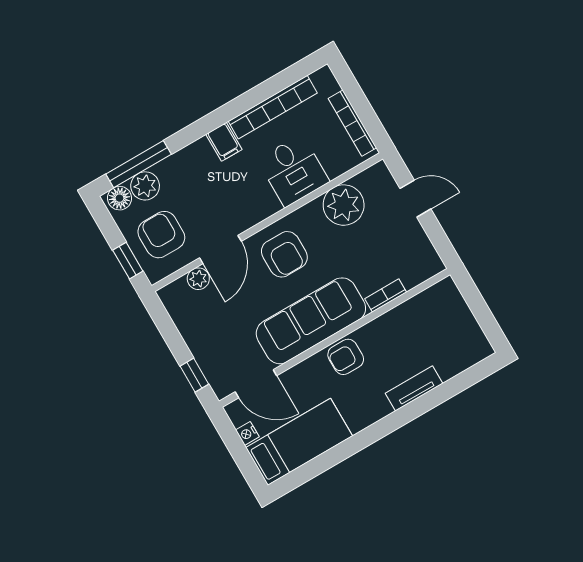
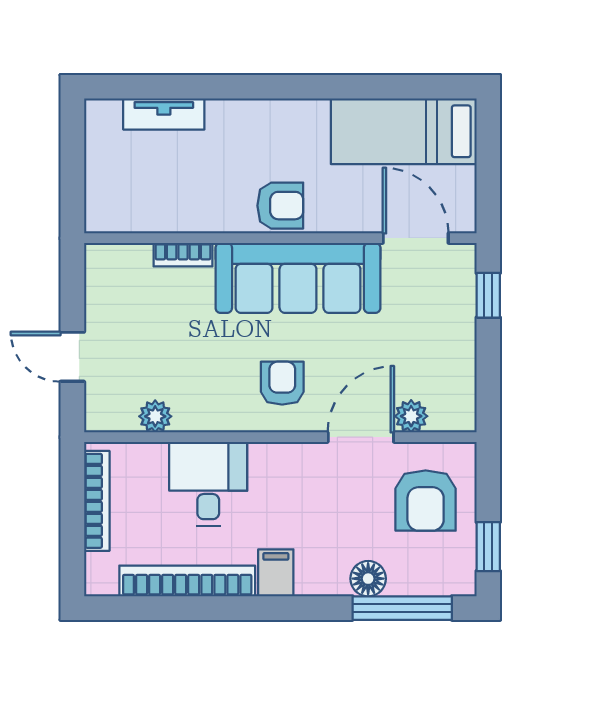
plant: (145, 186) -> (410, 575), removed
floor lamp: (120, 198) -> (368, 579), moved
plant: (344, 205) -> (155, 416), width x0.53, depth x0.53
armchair: (284, 254) -> (282, 383), width x0.72, depth x0.72
window: (128, 261) -> (488, 547), moved
tv unit: (414, 388) -> (164, 114), moved
nightstand: (247, 433) -> (464, 181), removed

